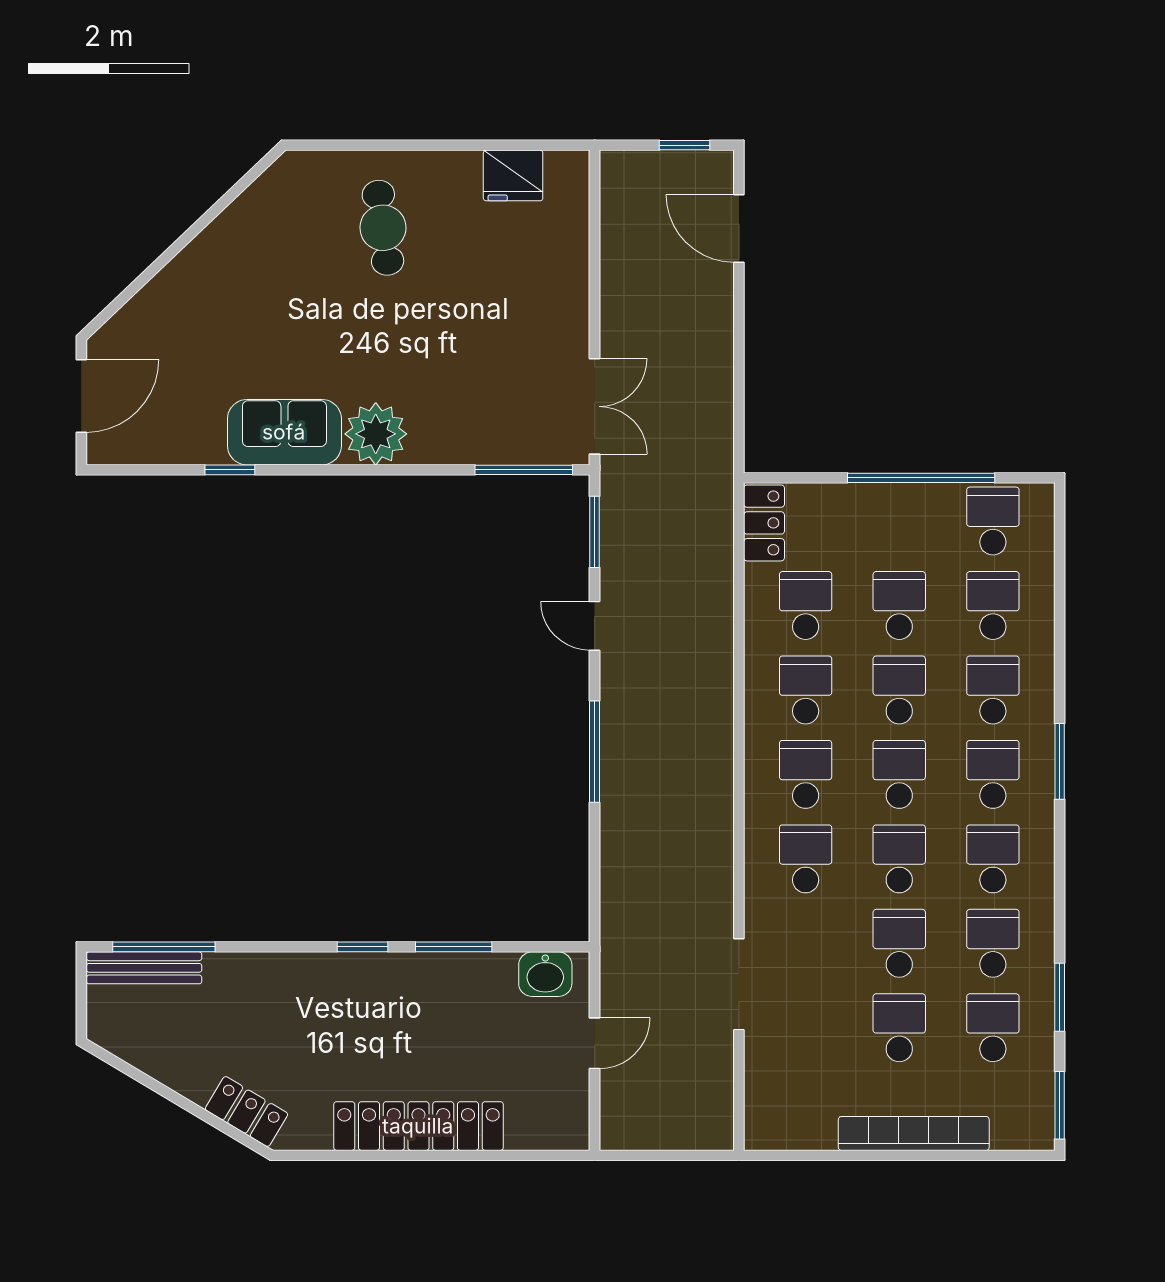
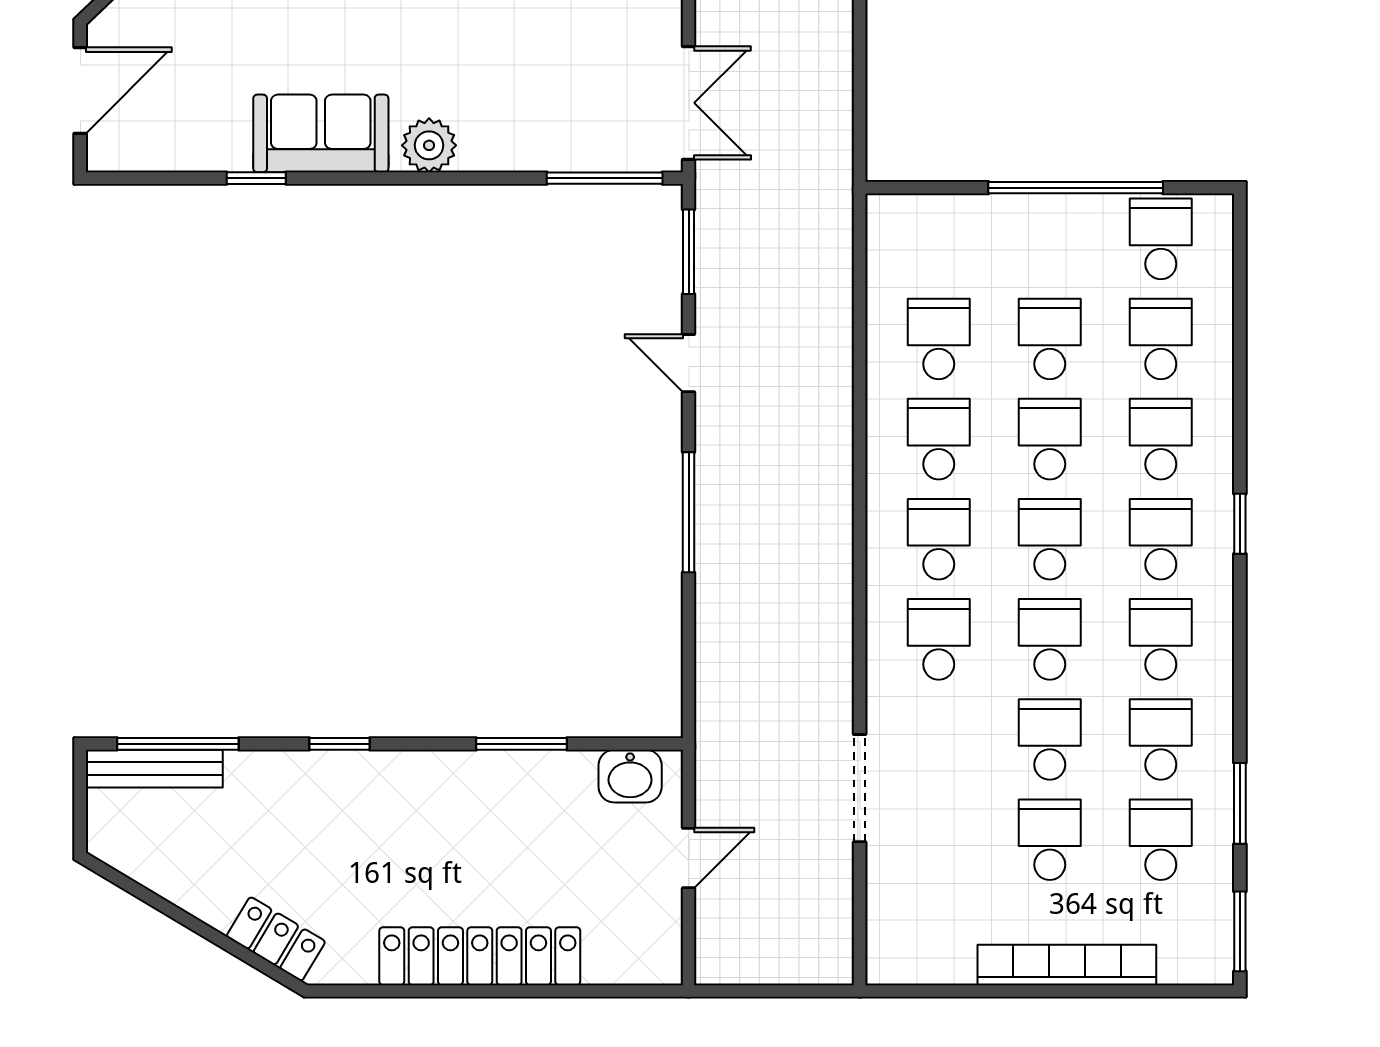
plant: (376, 434) -> (429, 145), width x0.73, depth x0.73
locker: (764, 523) -> (889, 241), removed
window: (1060, 761) -> (1240, 524), width x0.67
window: (362, 947) -> (340, 744), moved

